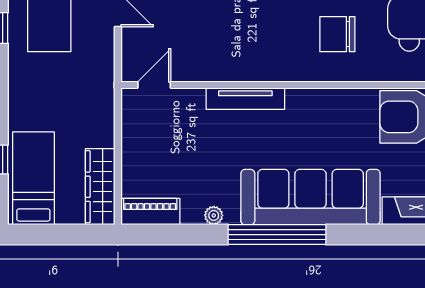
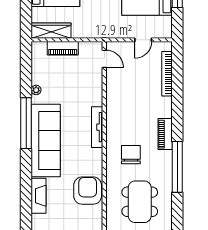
tv unit: (245, 99) -> (97, 127), moved
piano: (150, 212) -> (63, 48), moved, turned 90

